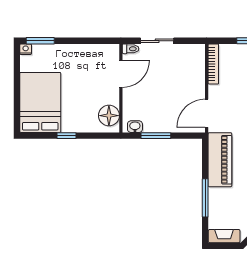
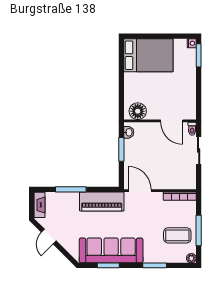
window: (66, 136) -> (121, 77), removed

